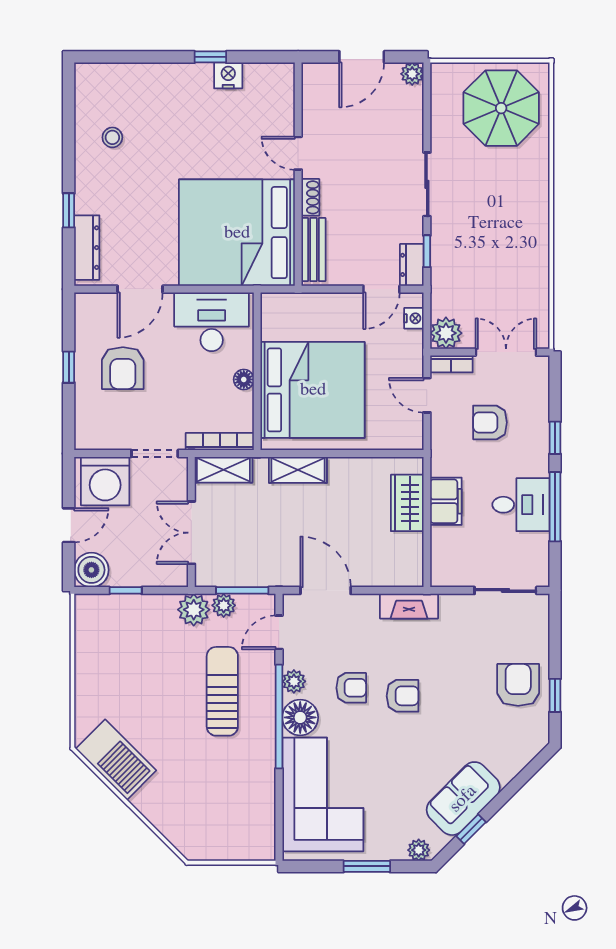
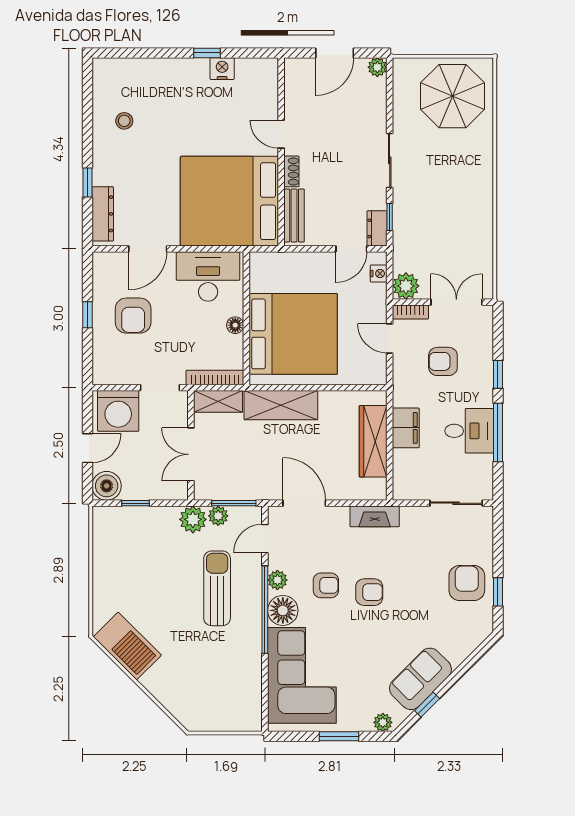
shelving: (298, 470) -> (281, 405), width x1.50, depth x1.33
wardrobe: (407, 503) -> (373, 441), width x1.50

